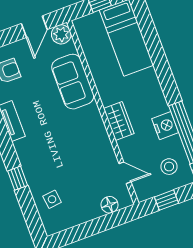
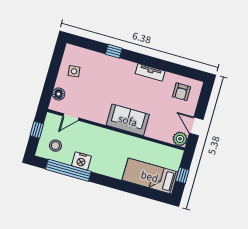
sofa: (73, 82) -> (128, 120), moved
wardrobe: (119, 121) -> (104, 136), removed
side table: (52, 199) -> (74, 71), moved

